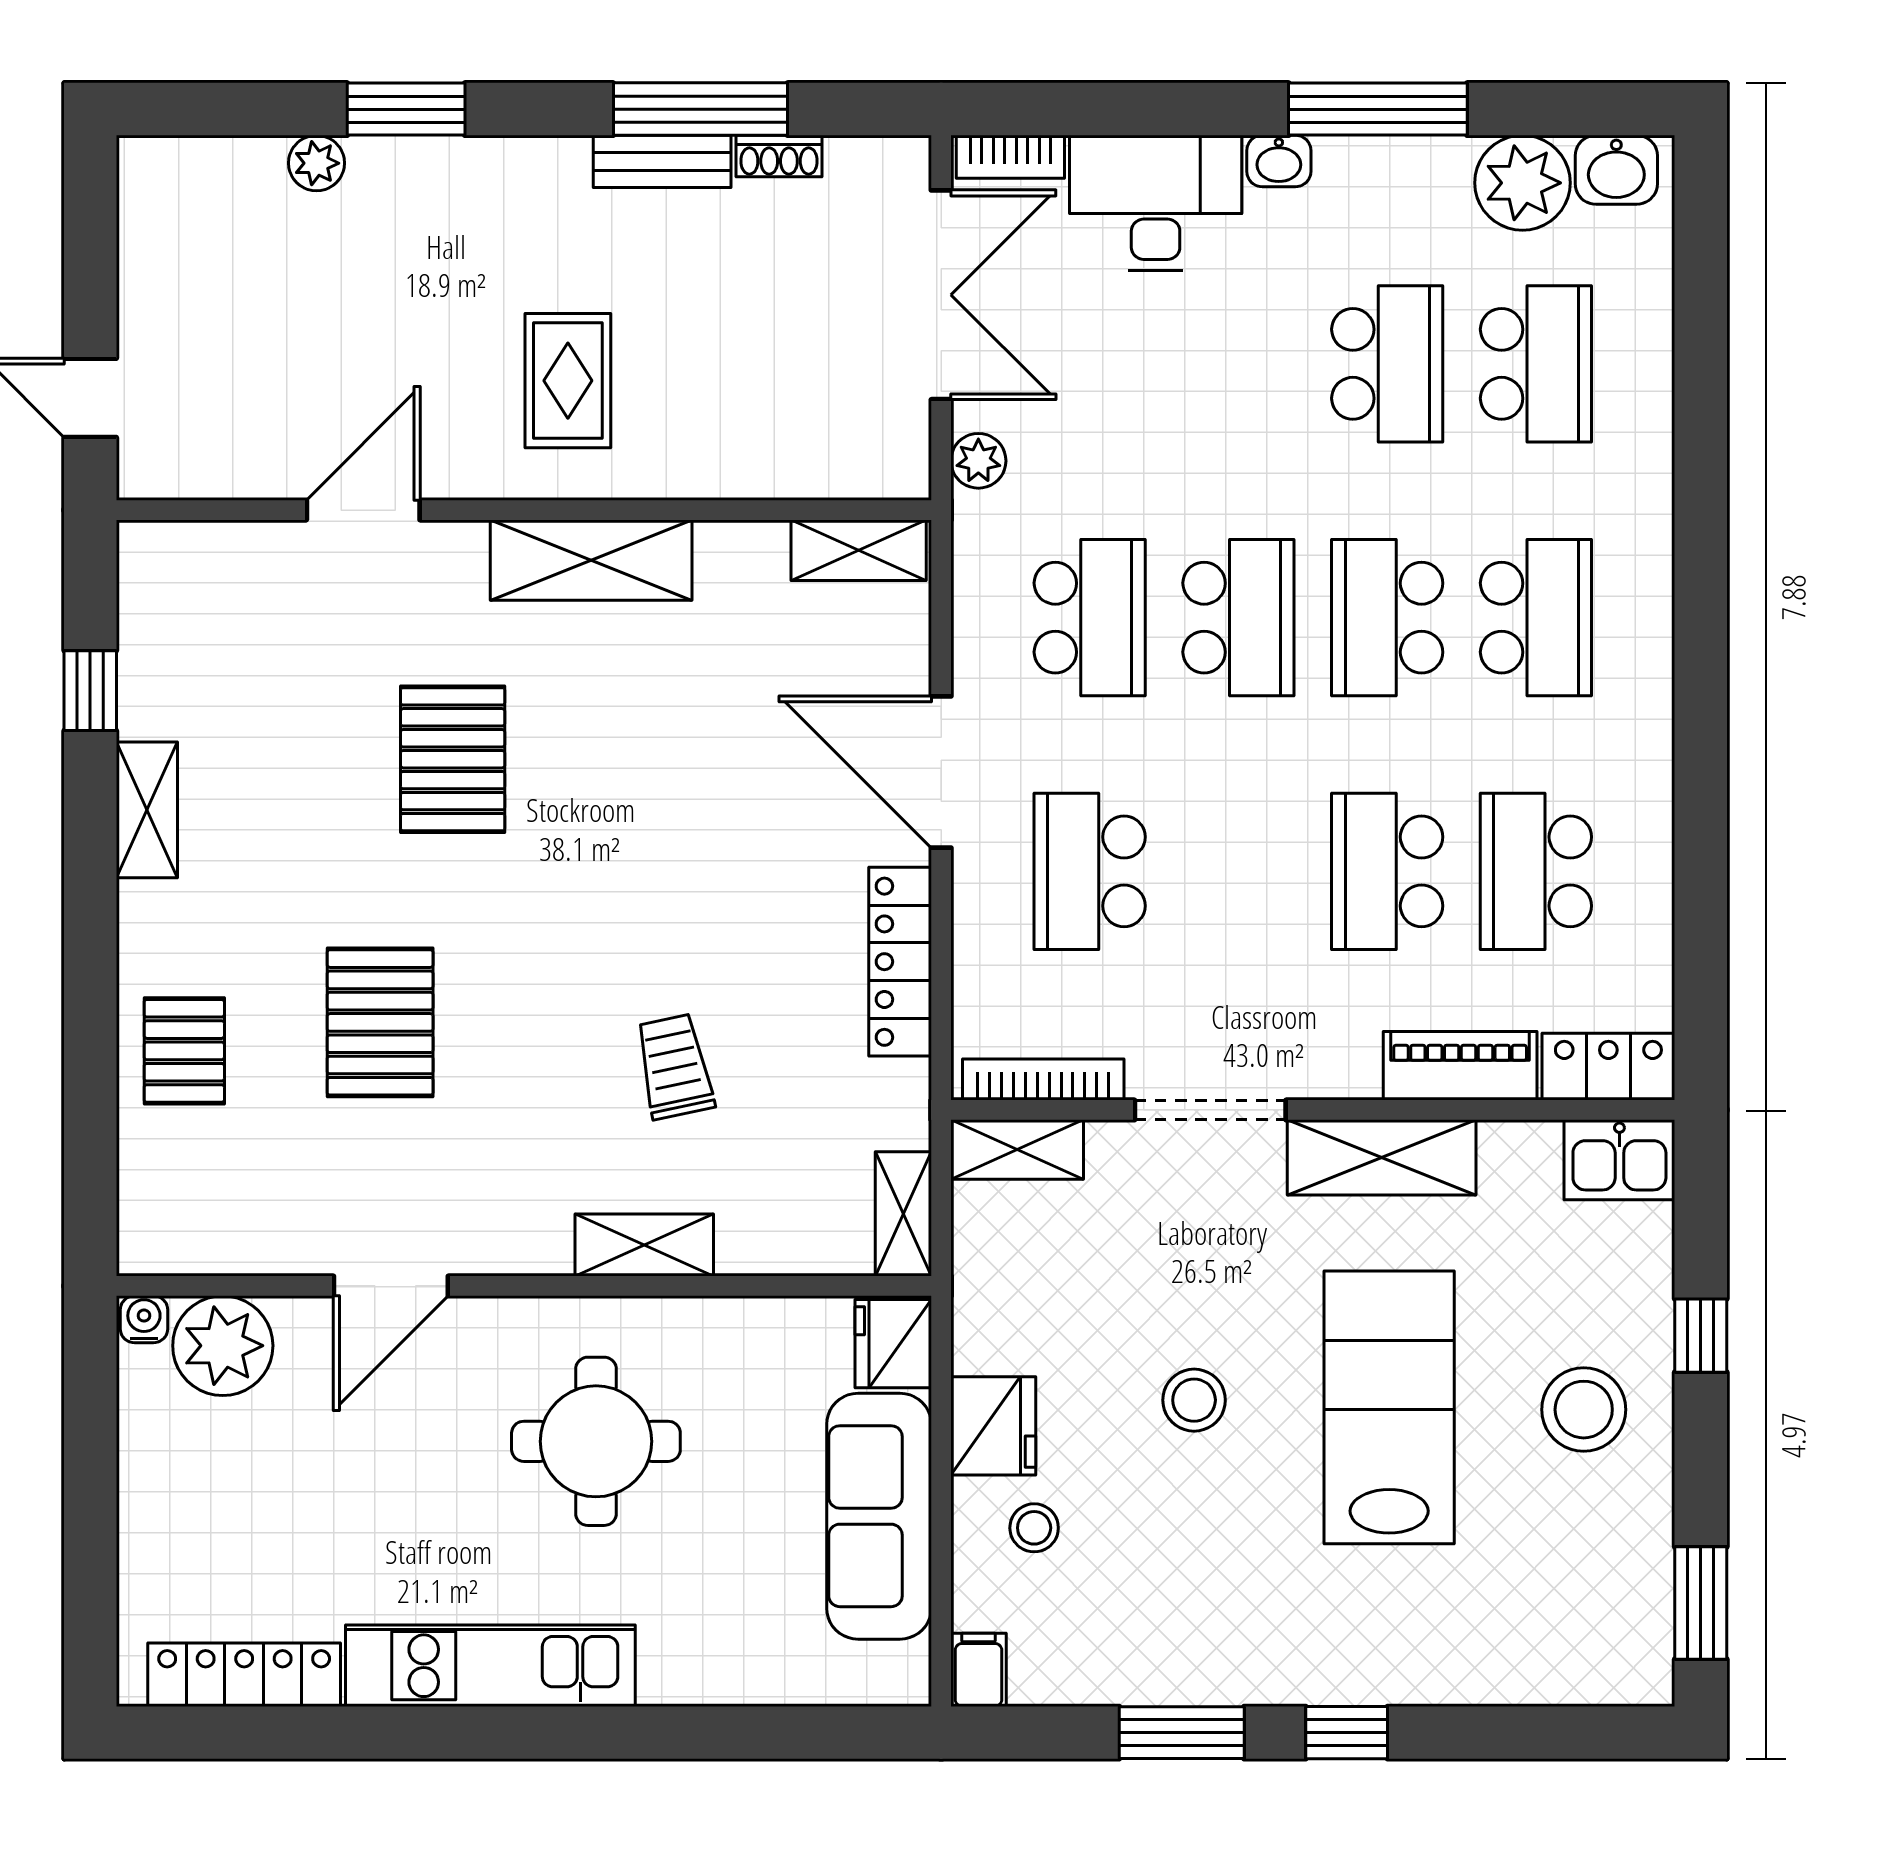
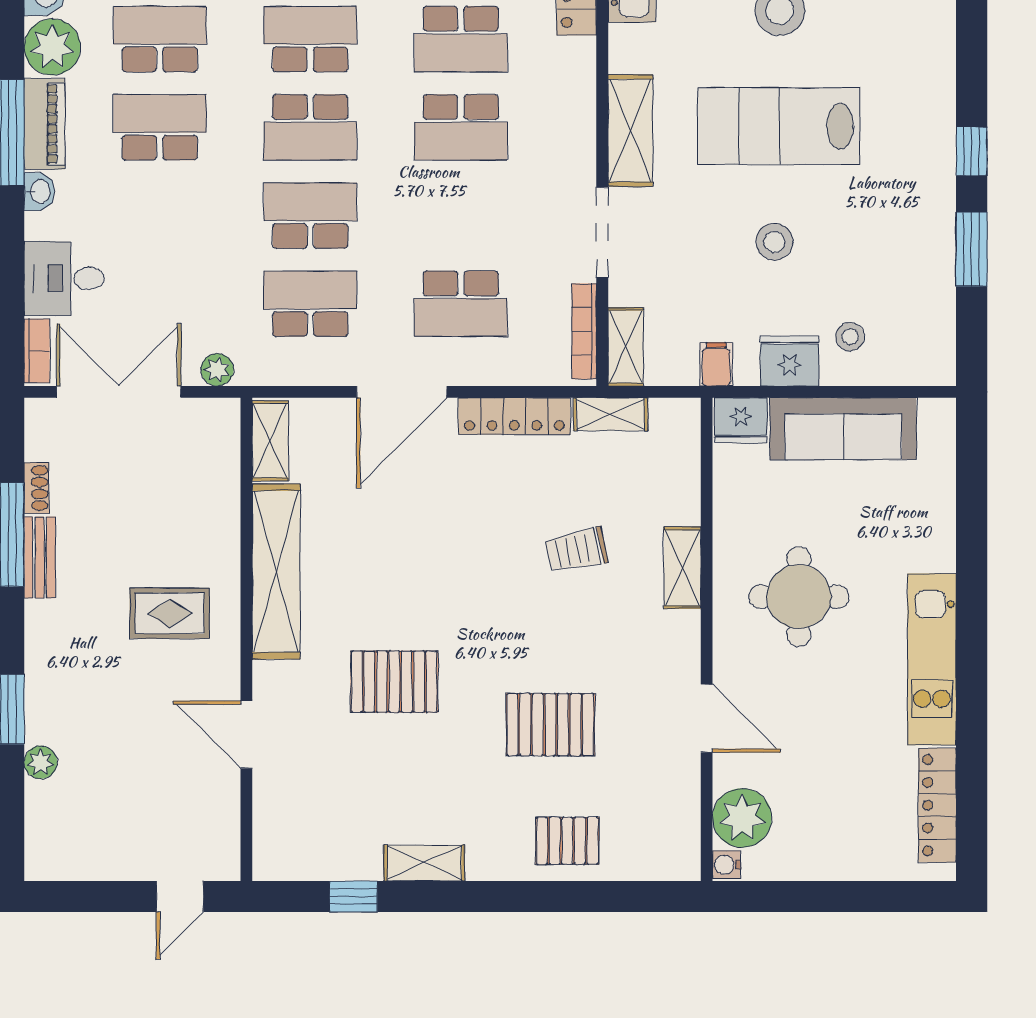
desk: (1156, 203) -> (64, 278), width x0.73
shelving: (591, 560) -> (276, 572), width x1.47
piano: (1460, 1066) -> (44, 124), moved, turned 180
shelving: (903, 1214) -> (610, 414), moved
filing cabinet: (978, 1670) -> (716, 364), moved, turned 90

